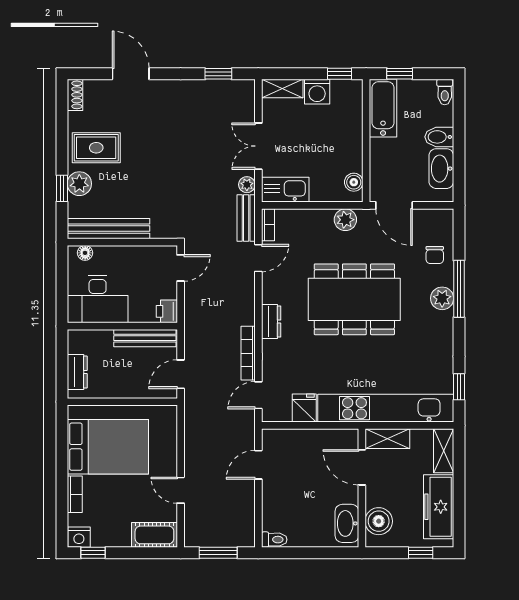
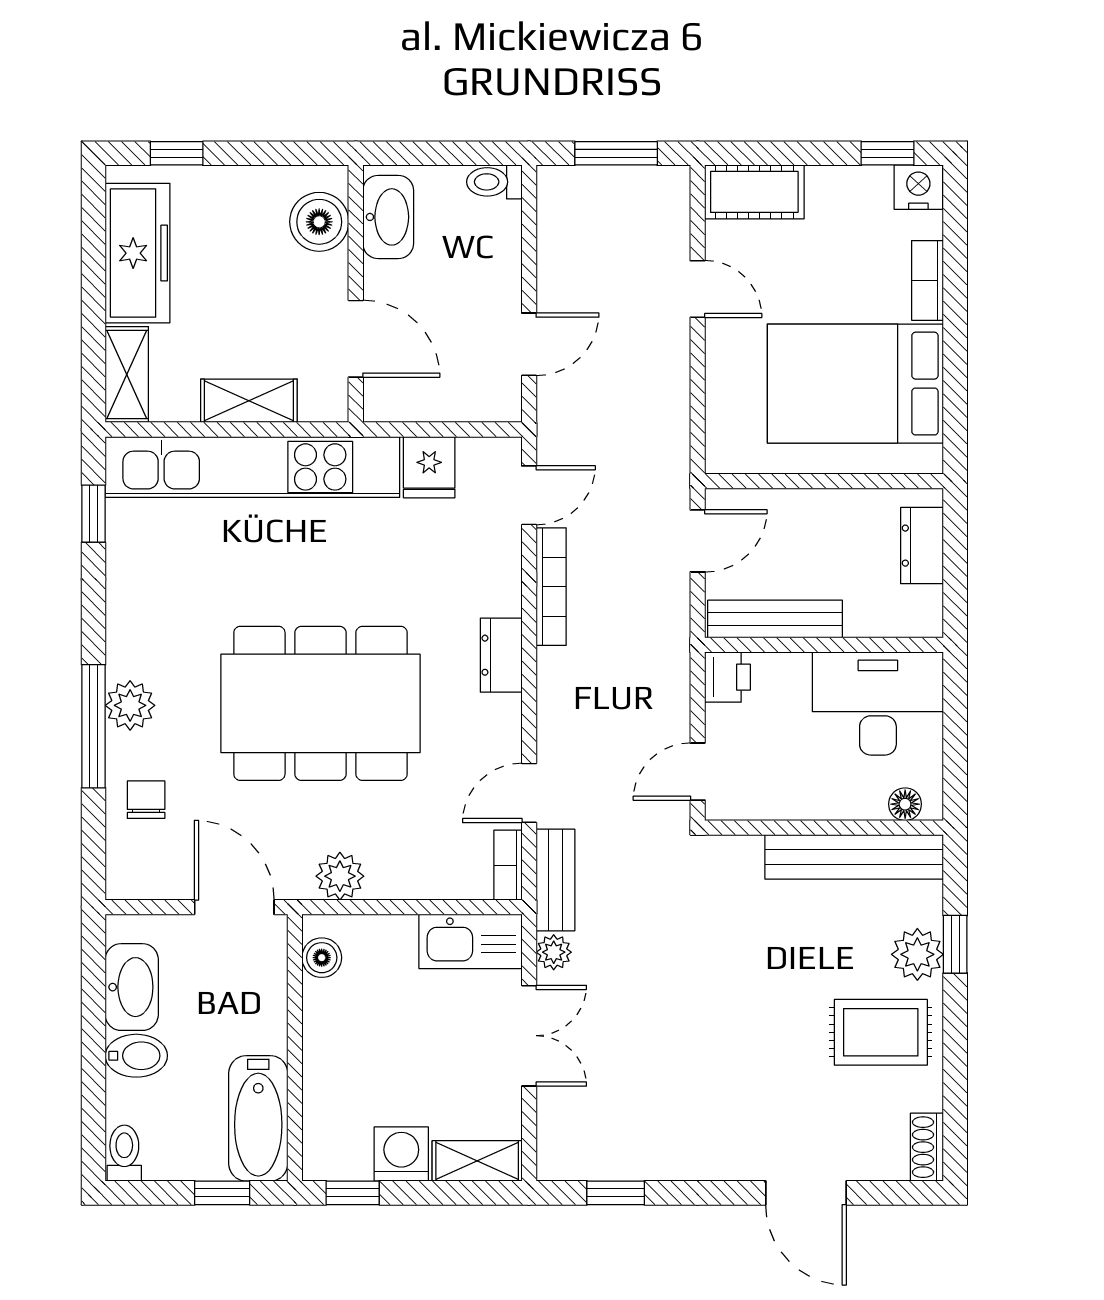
door: (362, 467) -> (356, 339), moved
wall: (362, 488) -> (356, 294), moved
boiler: (379, 521) -> (319, 222), moved
washbasin: (347, 523) -> (388, 217), moved

